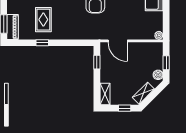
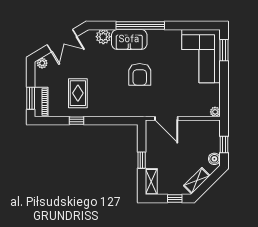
window: (97, 62) -> (142, 160), moved

